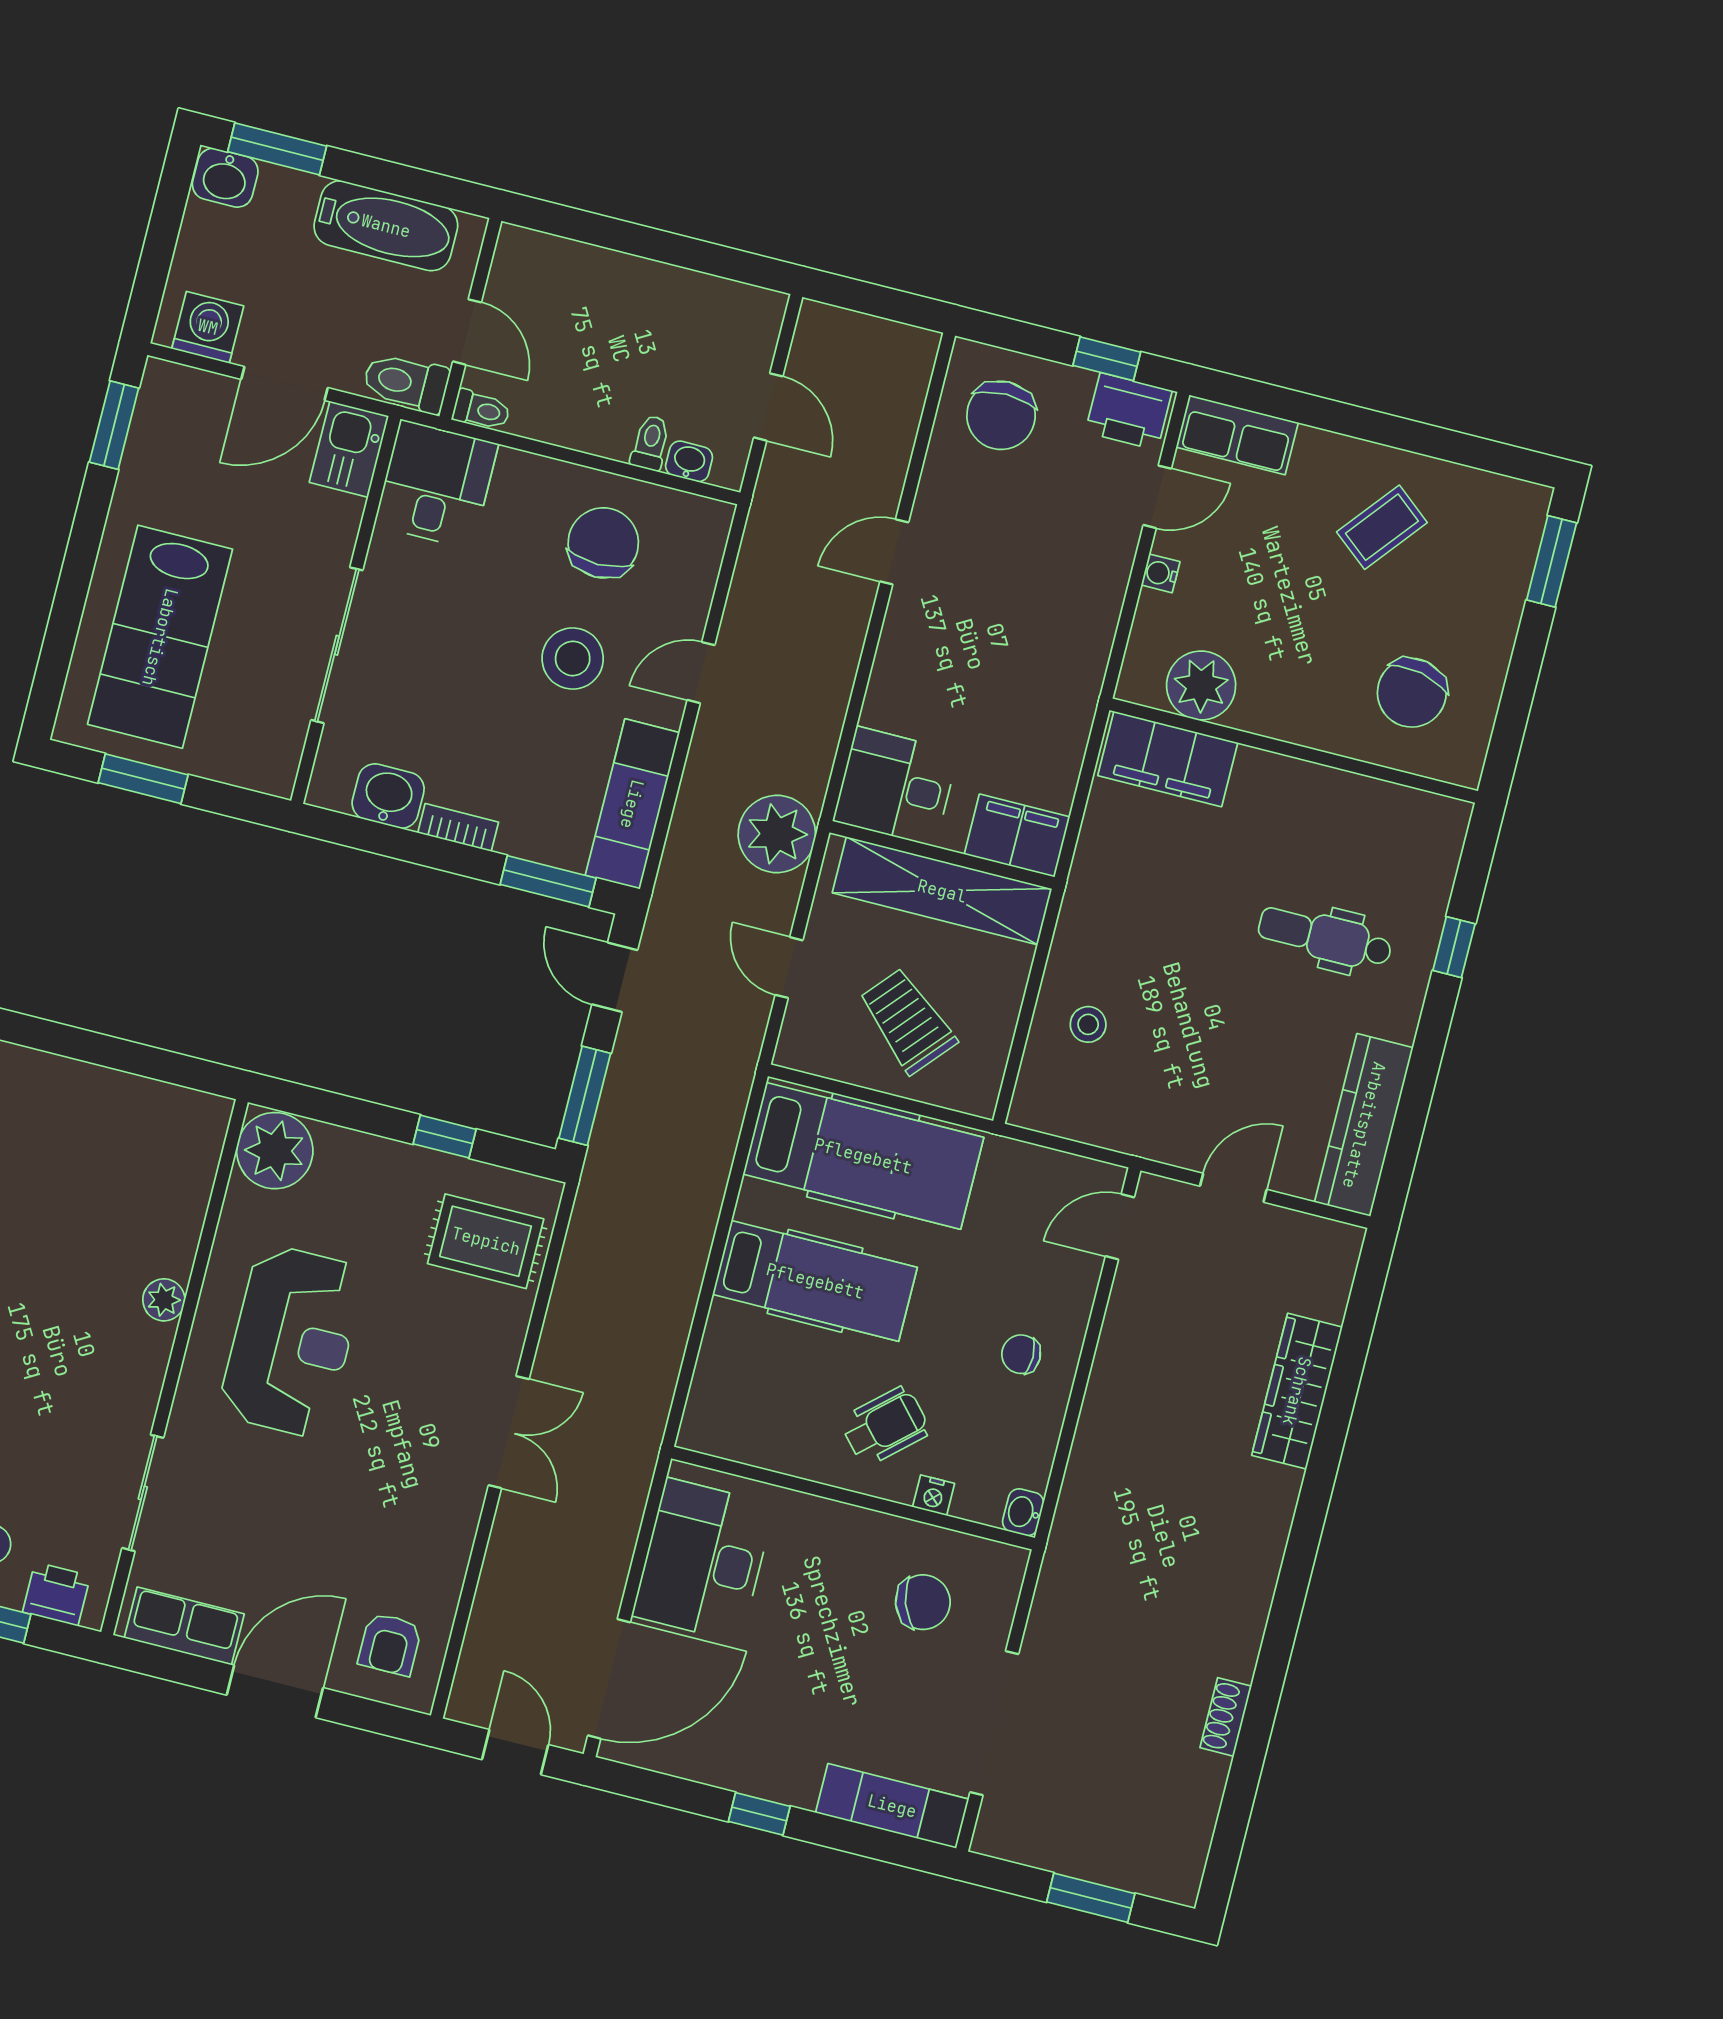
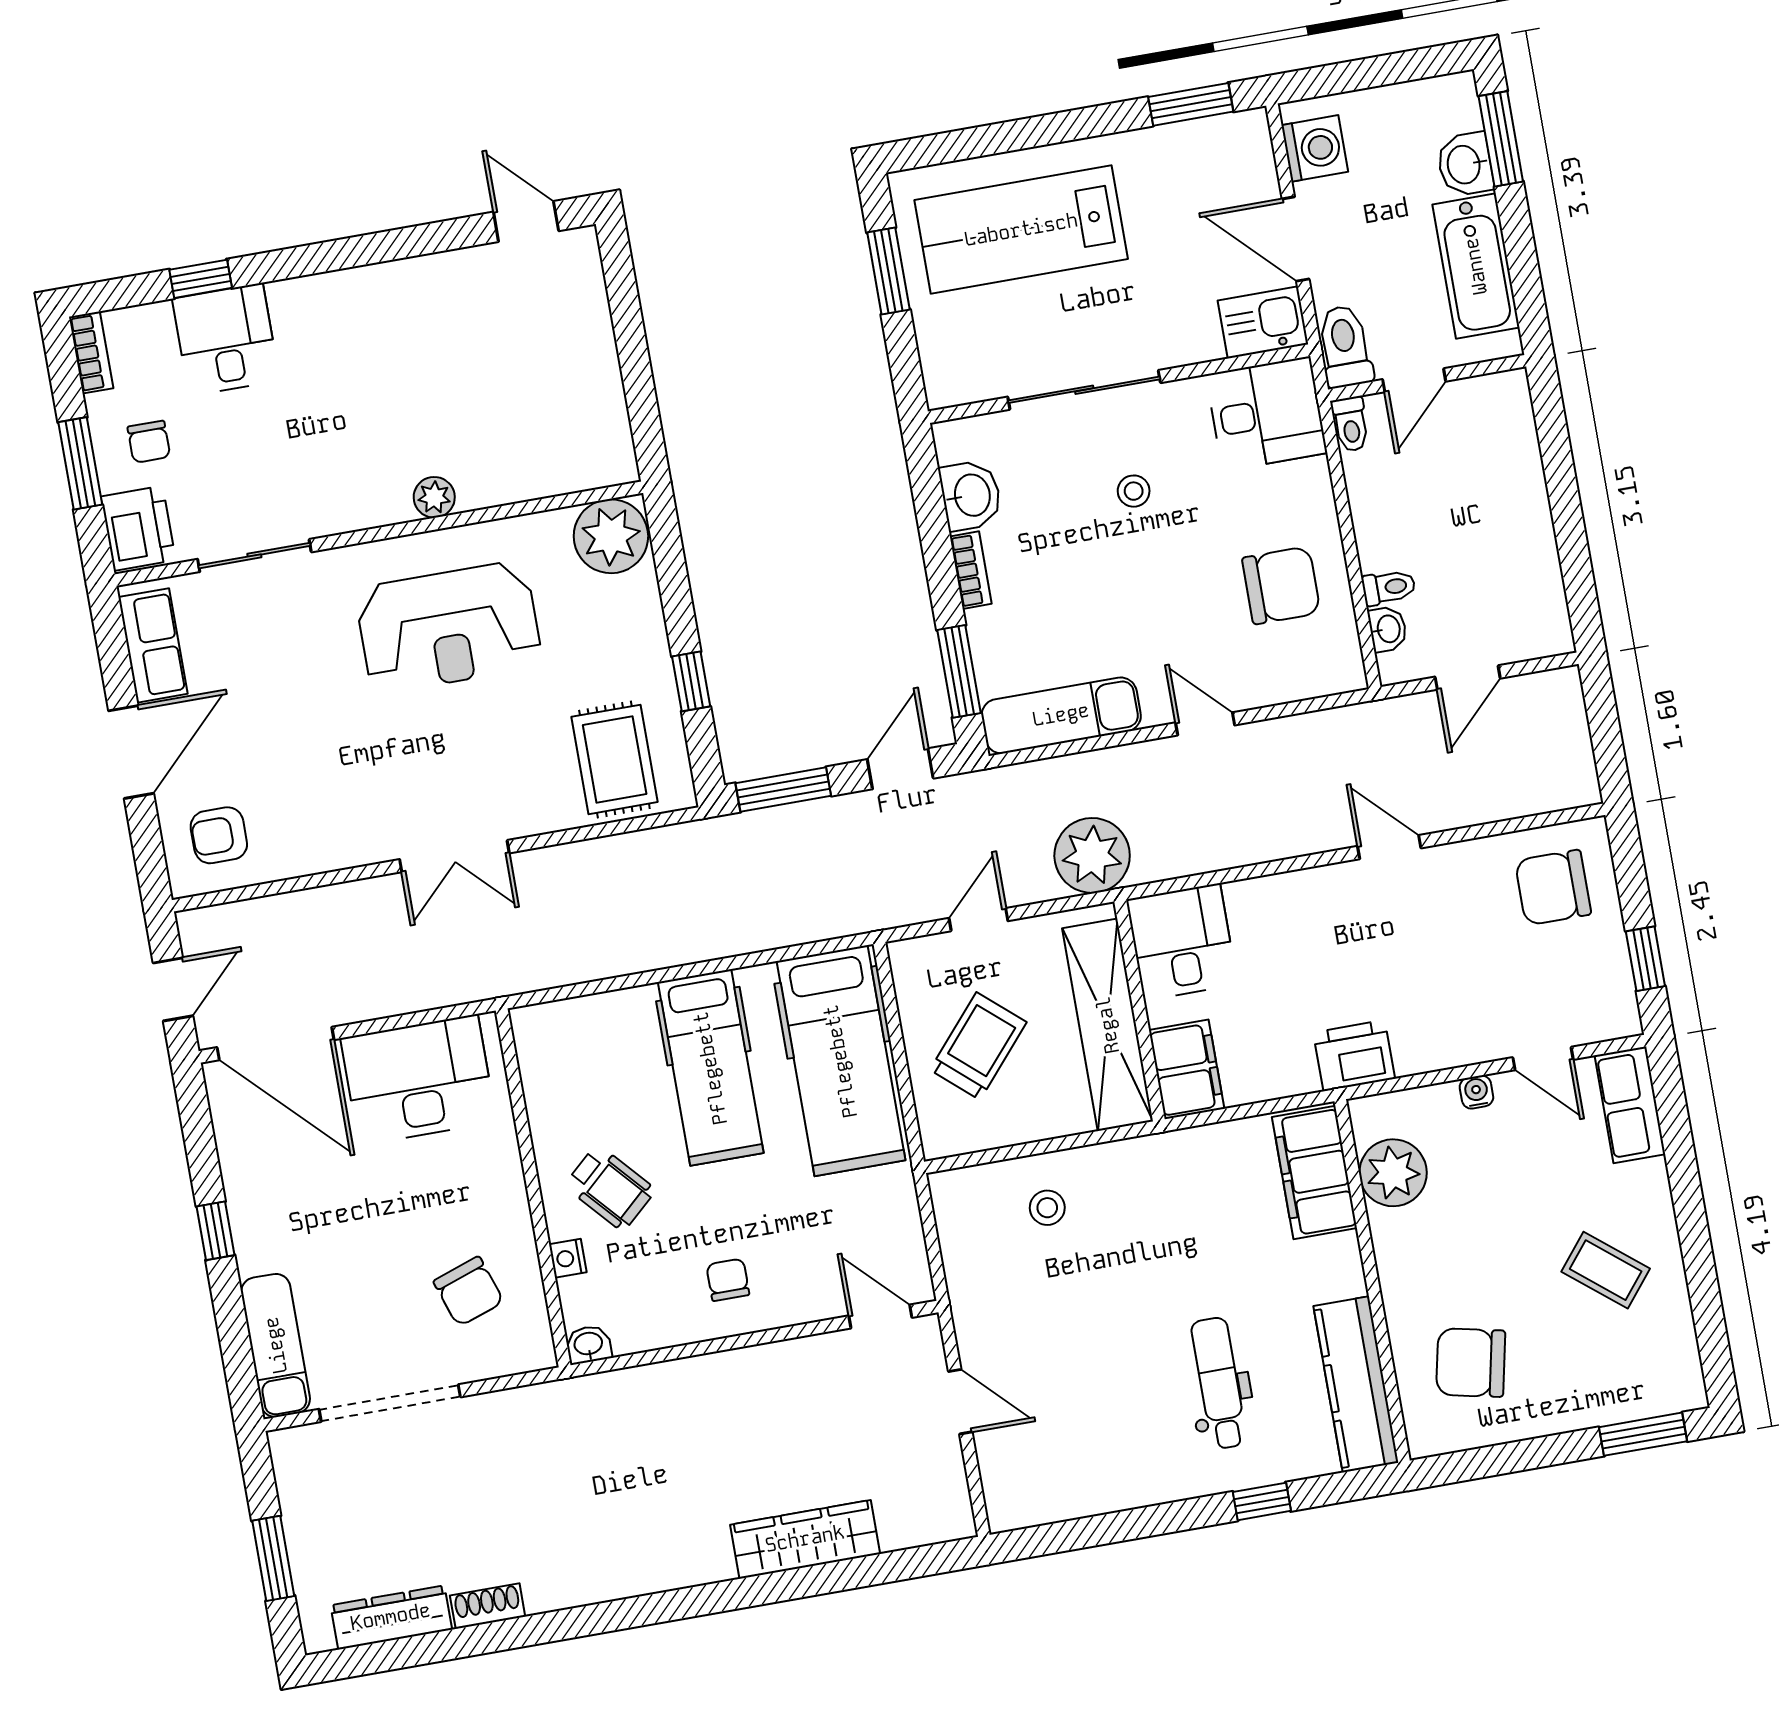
washbasin: (225, 178) -> (1465, 164), moved
printer: (1129, 411) -> (1354, 1056), moved, turned 90
stool: (573, 658) -> (1134, 491), moved, width x0.53, depth x0.53
kitchen counter: (1364, 1125) -> (1356, 1384), moved, turned -90
printer: (56, 1594) -> (138, 528), width x1.36, depth x1.24
door: (275, 1691) -> (131, 752), hinge flipped
dresser: (1196, 1812) -> (391, 1617), added

